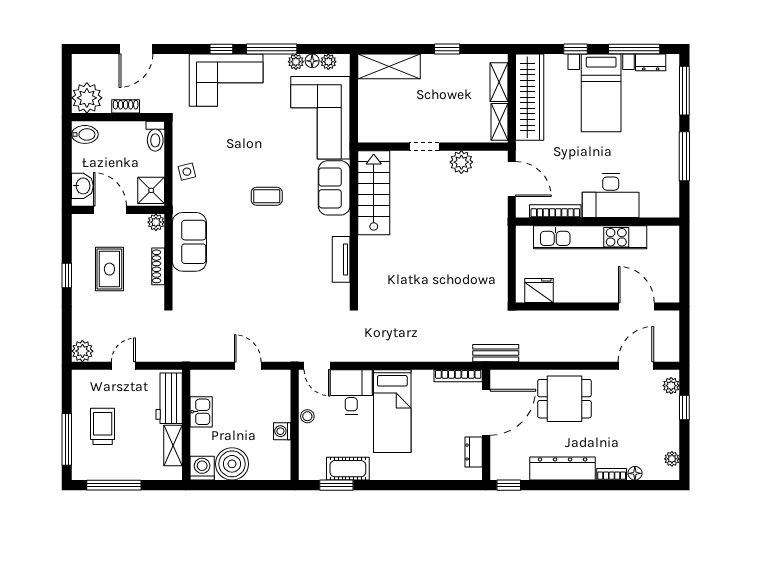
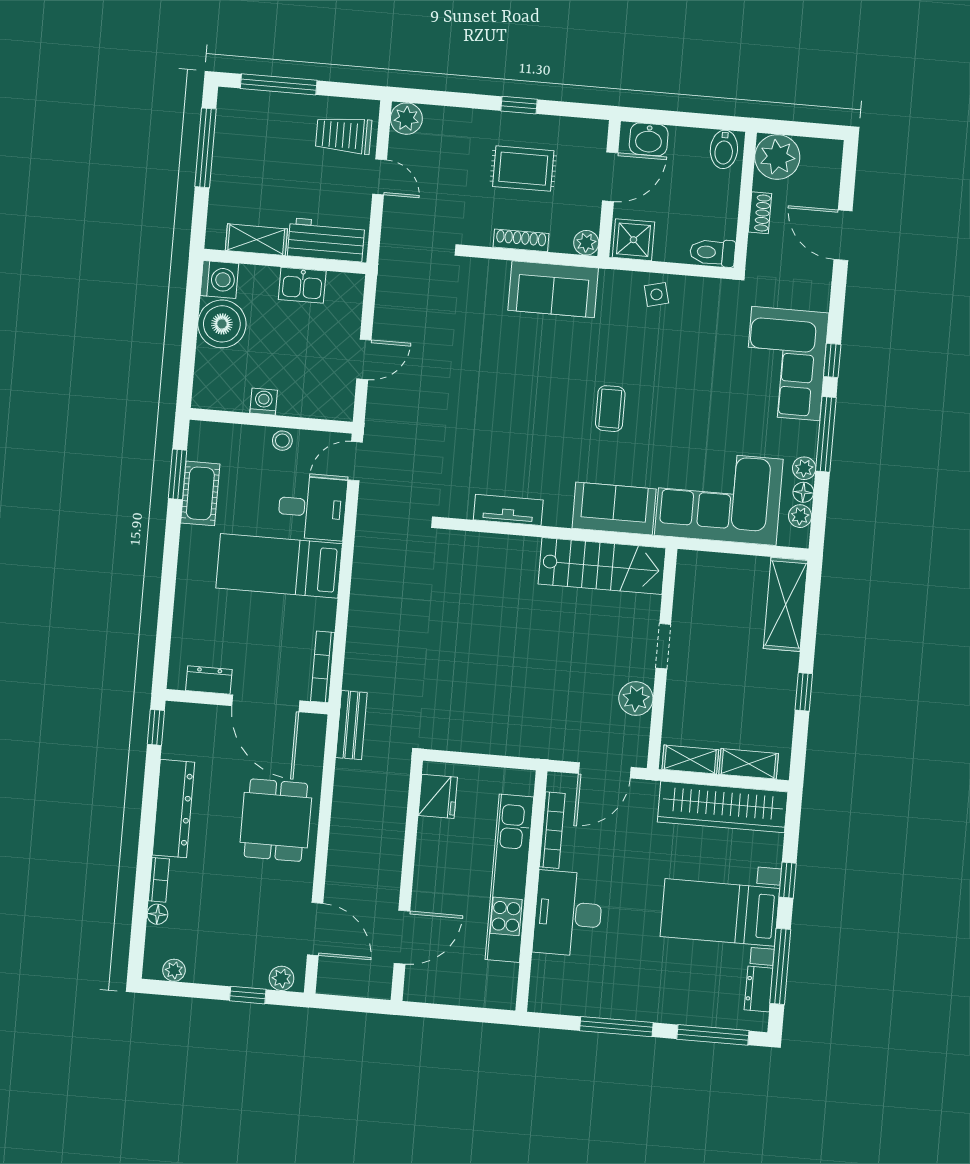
trolley: (103, 426) -> (344, 135), moved, turned 180

